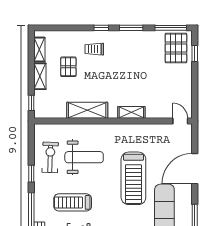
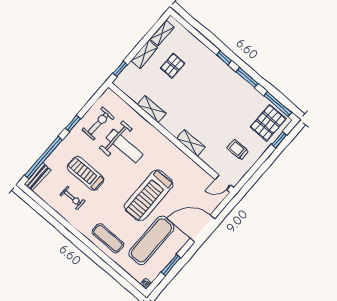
trolley: (94, 49) -> (238, 150), moved
shelving: (87, 110) -> (152, 109), width x0.67, depth x0.75
door: (180, 121) -> (223, 182), swing flipped

